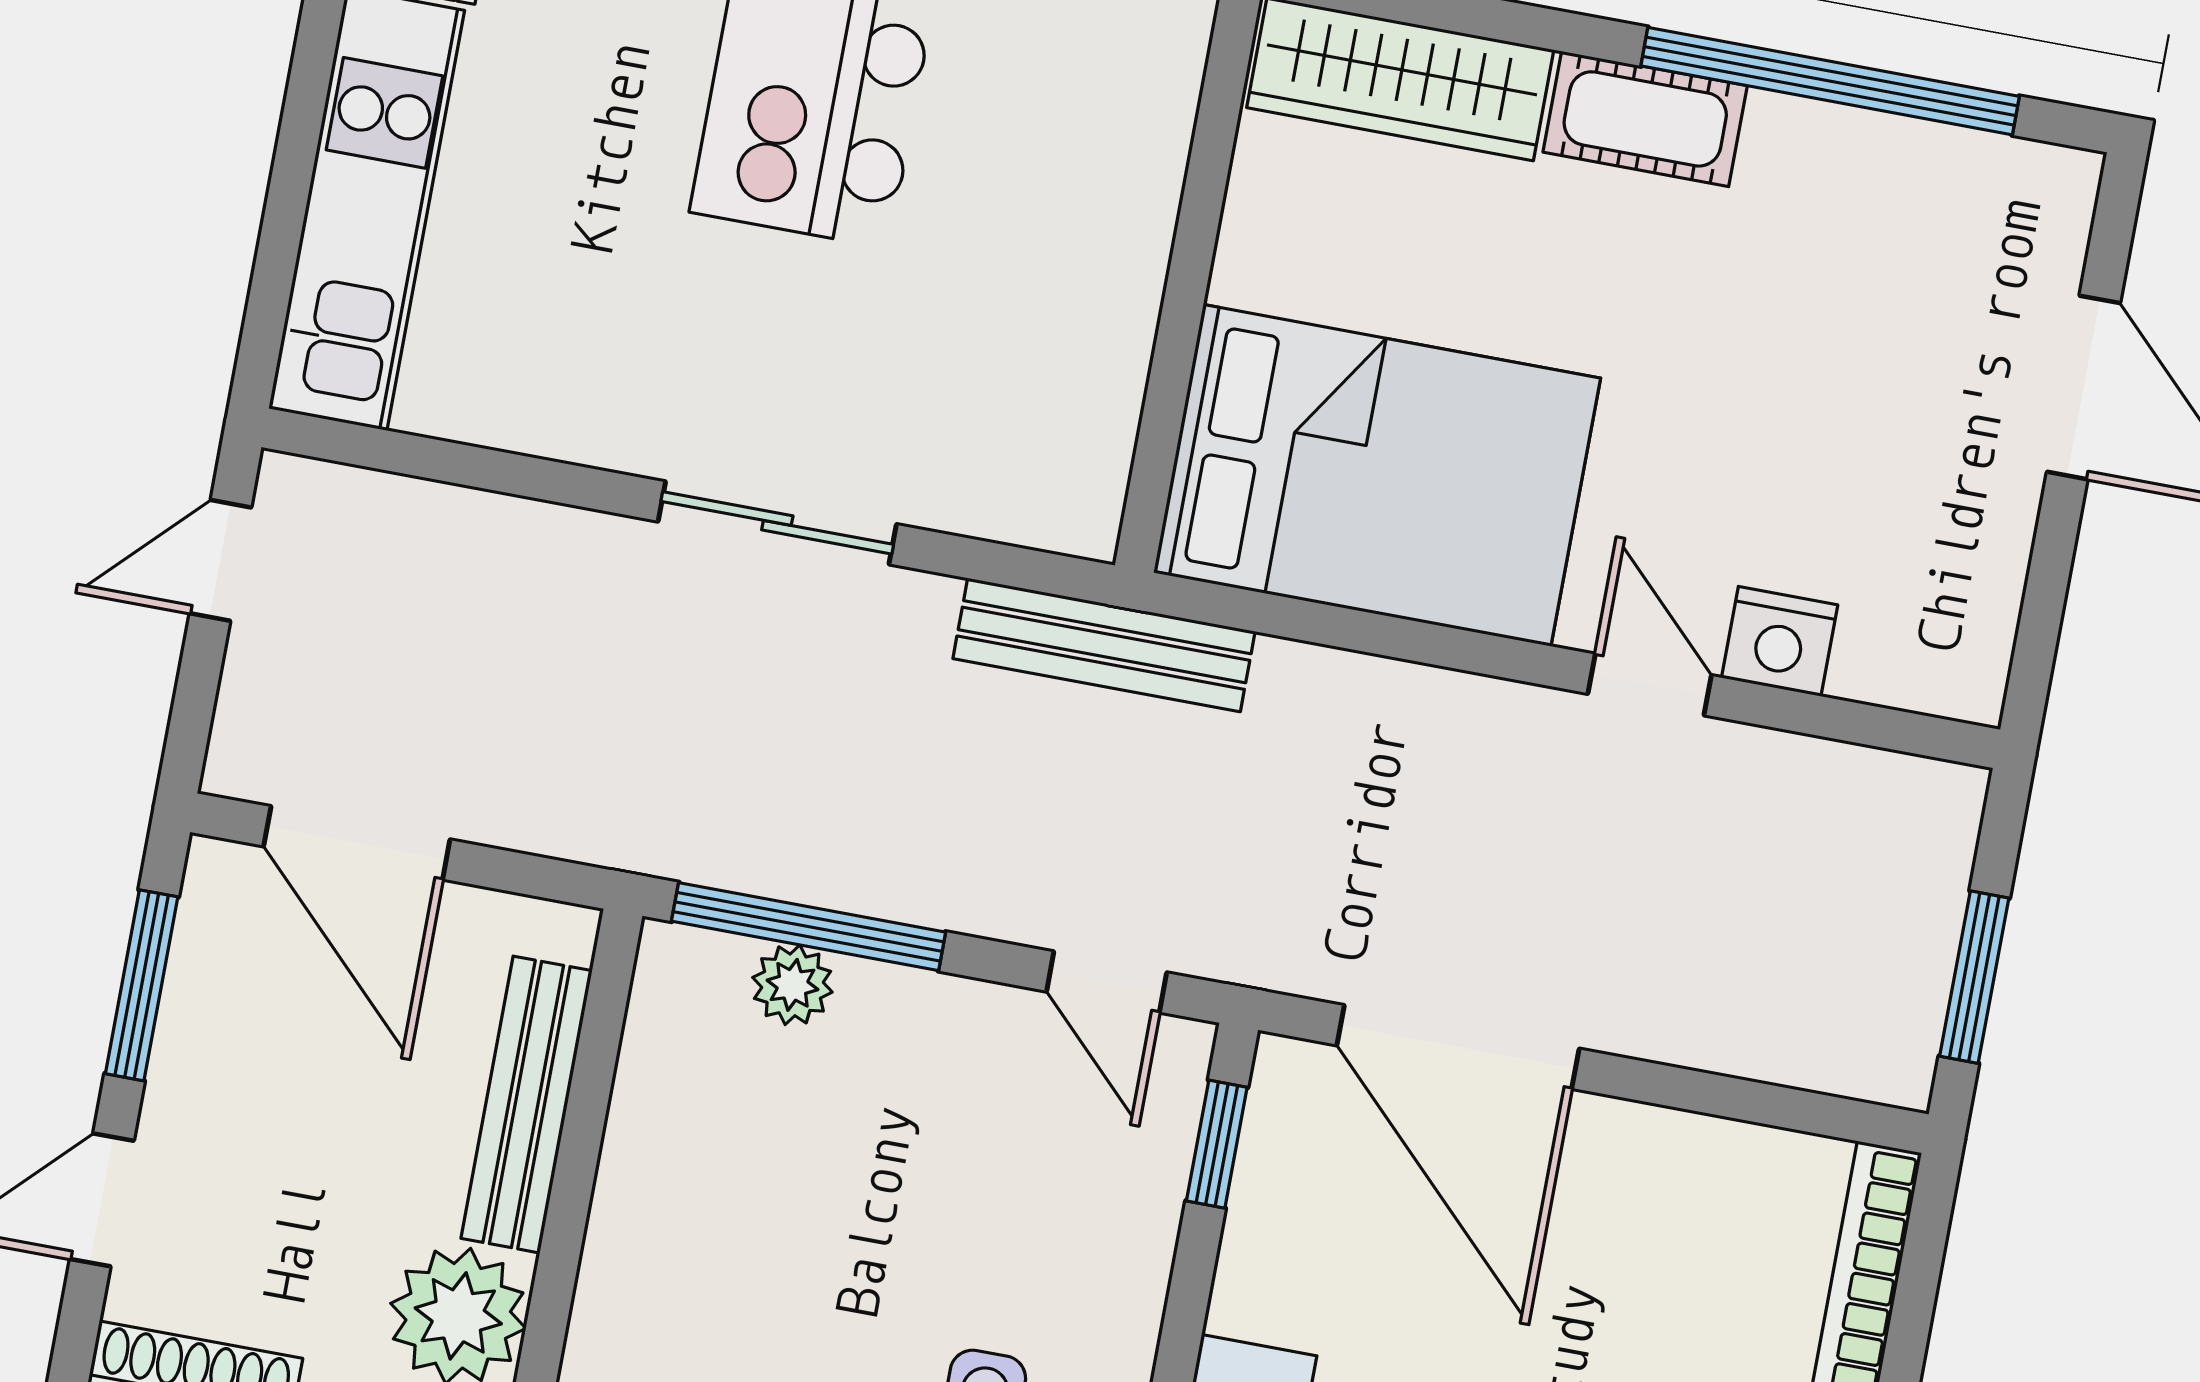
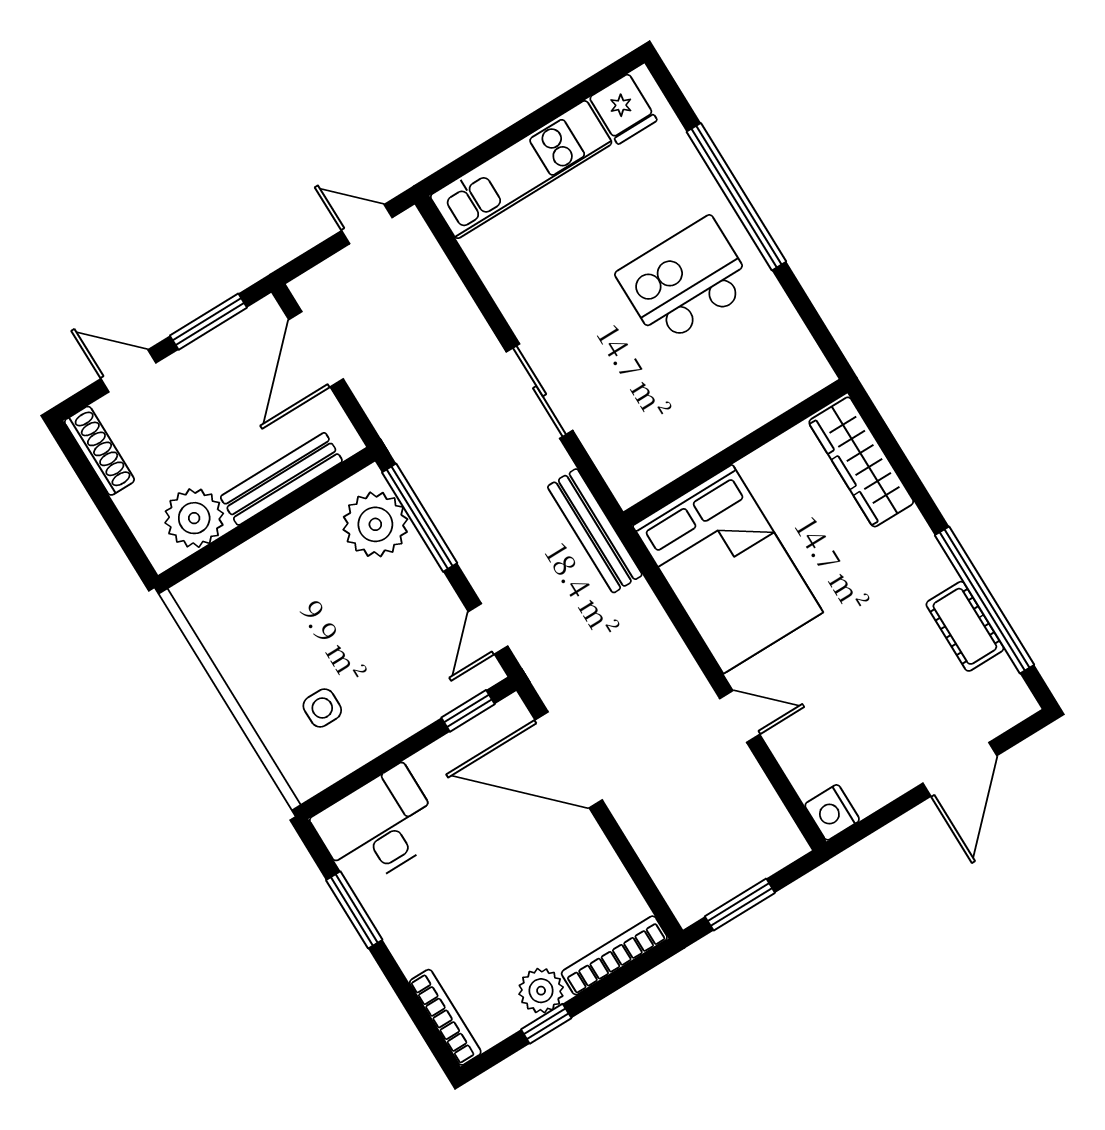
cot: (1645, 119) -> (965, 626), moved
nightstand: (1780, 641) -> (832, 812), moved
door: (1650, 685) -> (740, 716), hinge flipped
plant: (792, 985) -> (375, 524), width x1.87, depth x1.87
door: (1458, 1047) -> (569, 760), hinge flipped

